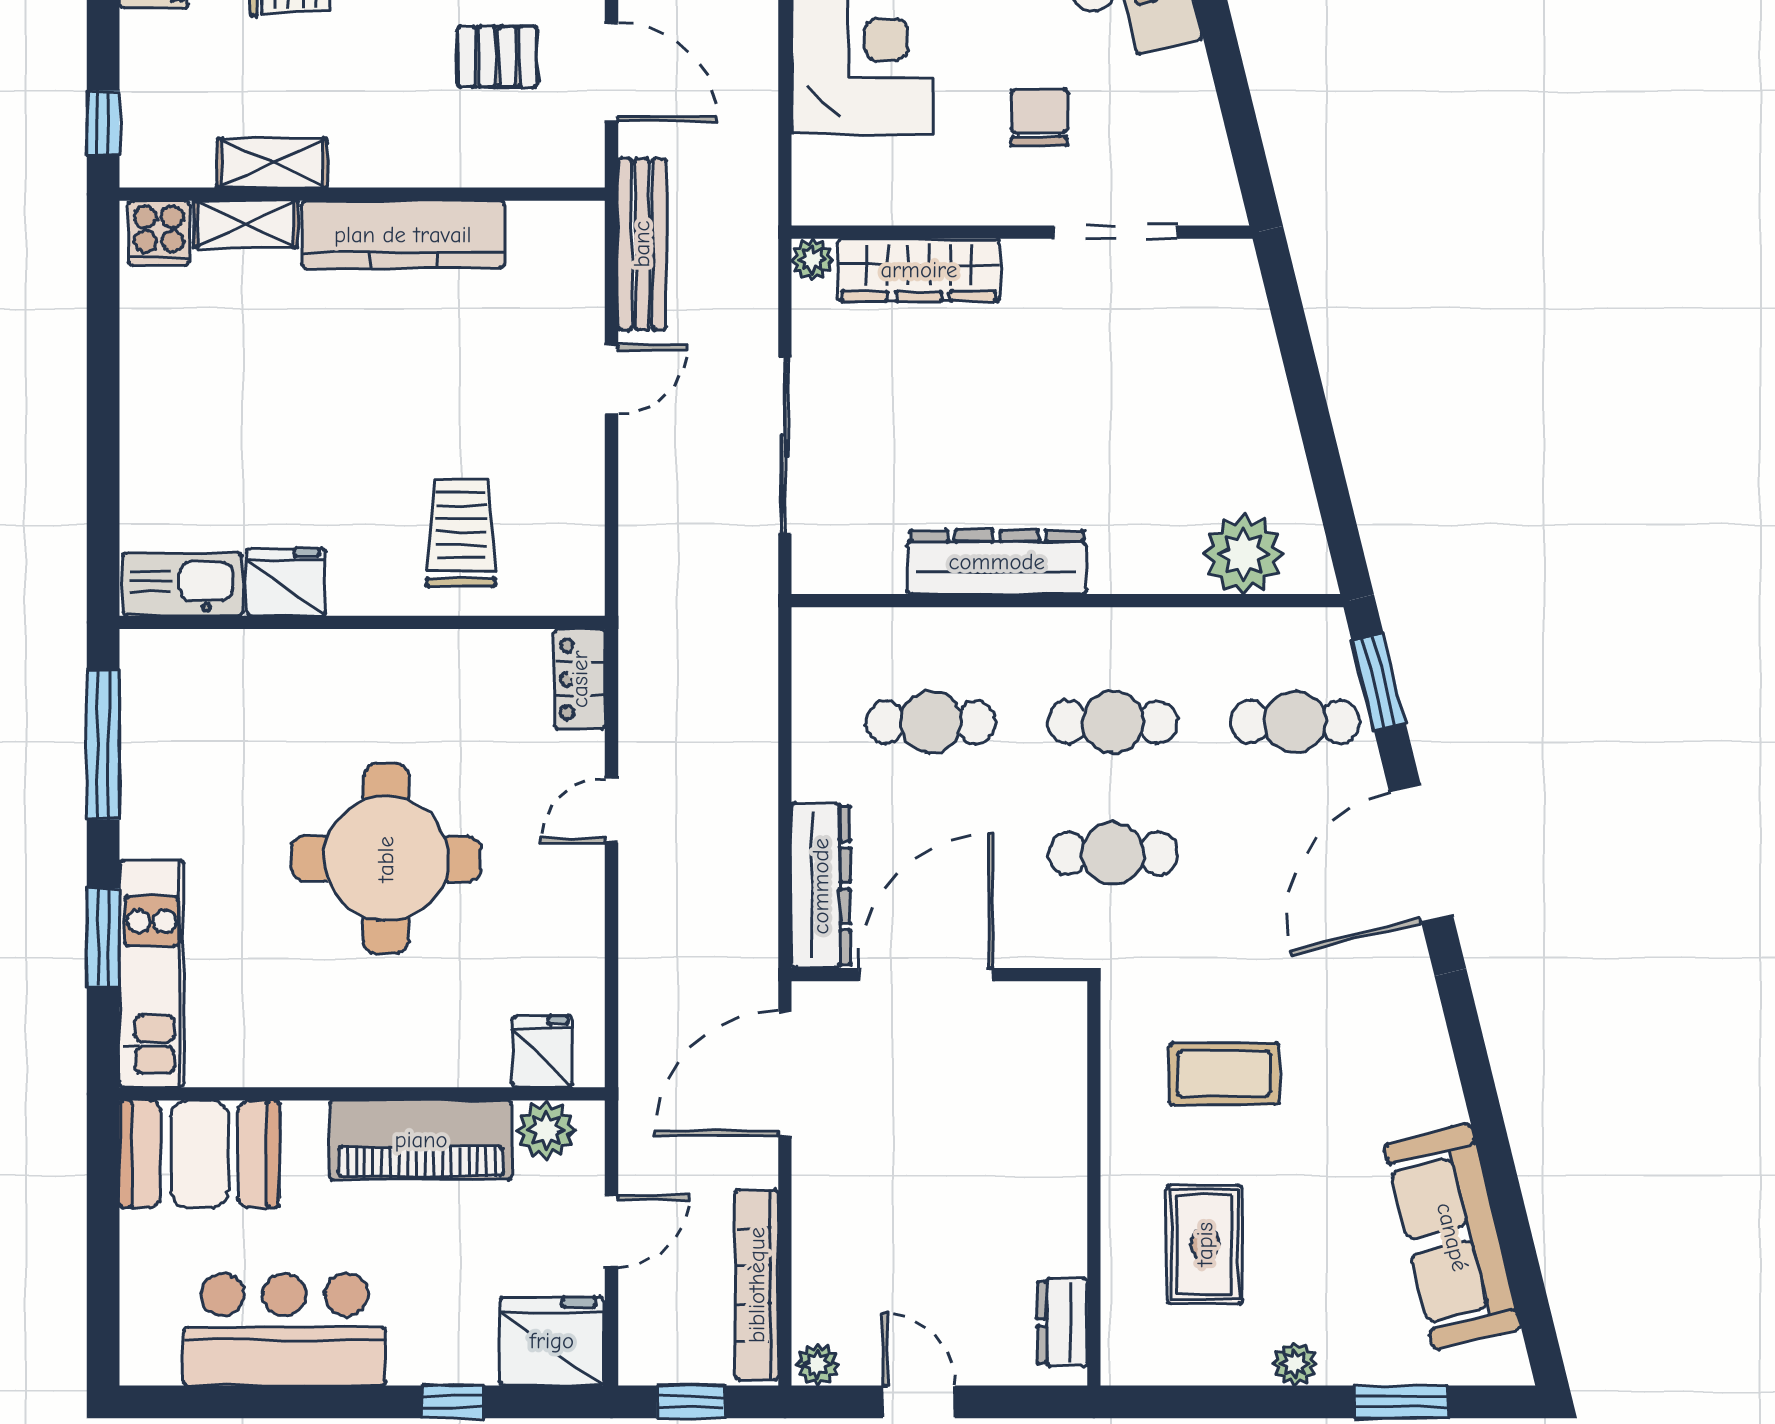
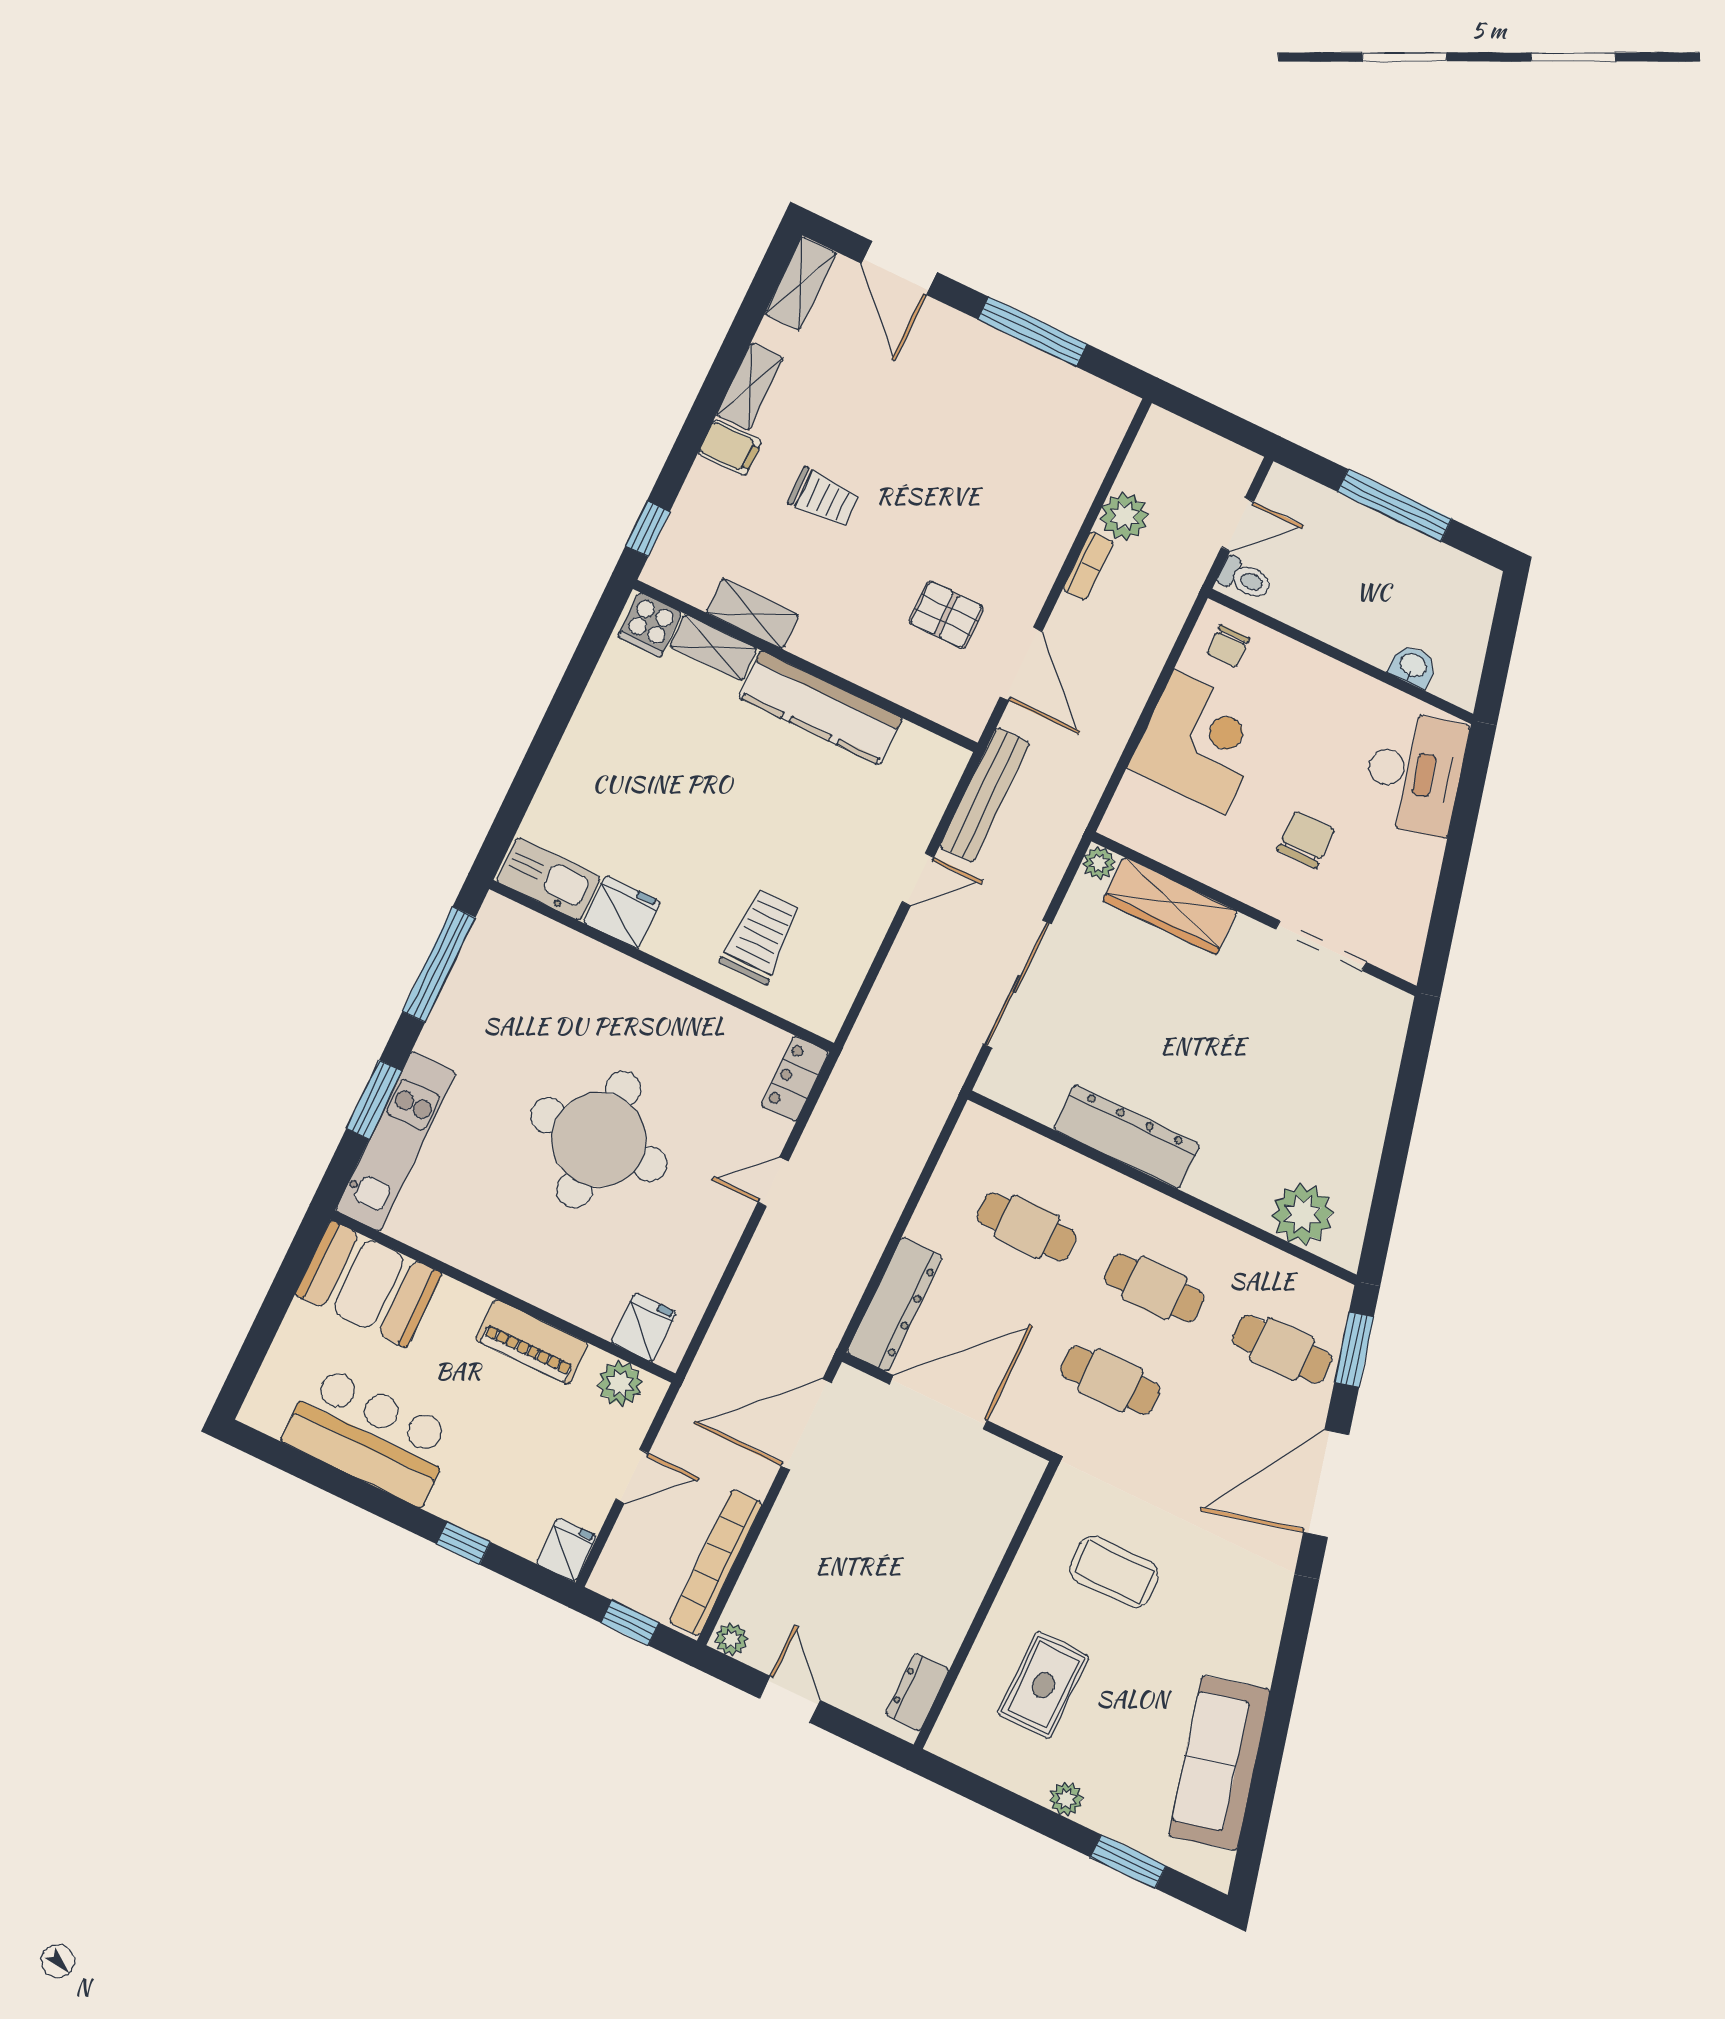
piano: (421, 1140) -> (532, 1342), width x0.73, depth x0.75
fridge: (552, 1341) -> (566, 1550), width x0.53, depth x0.75

